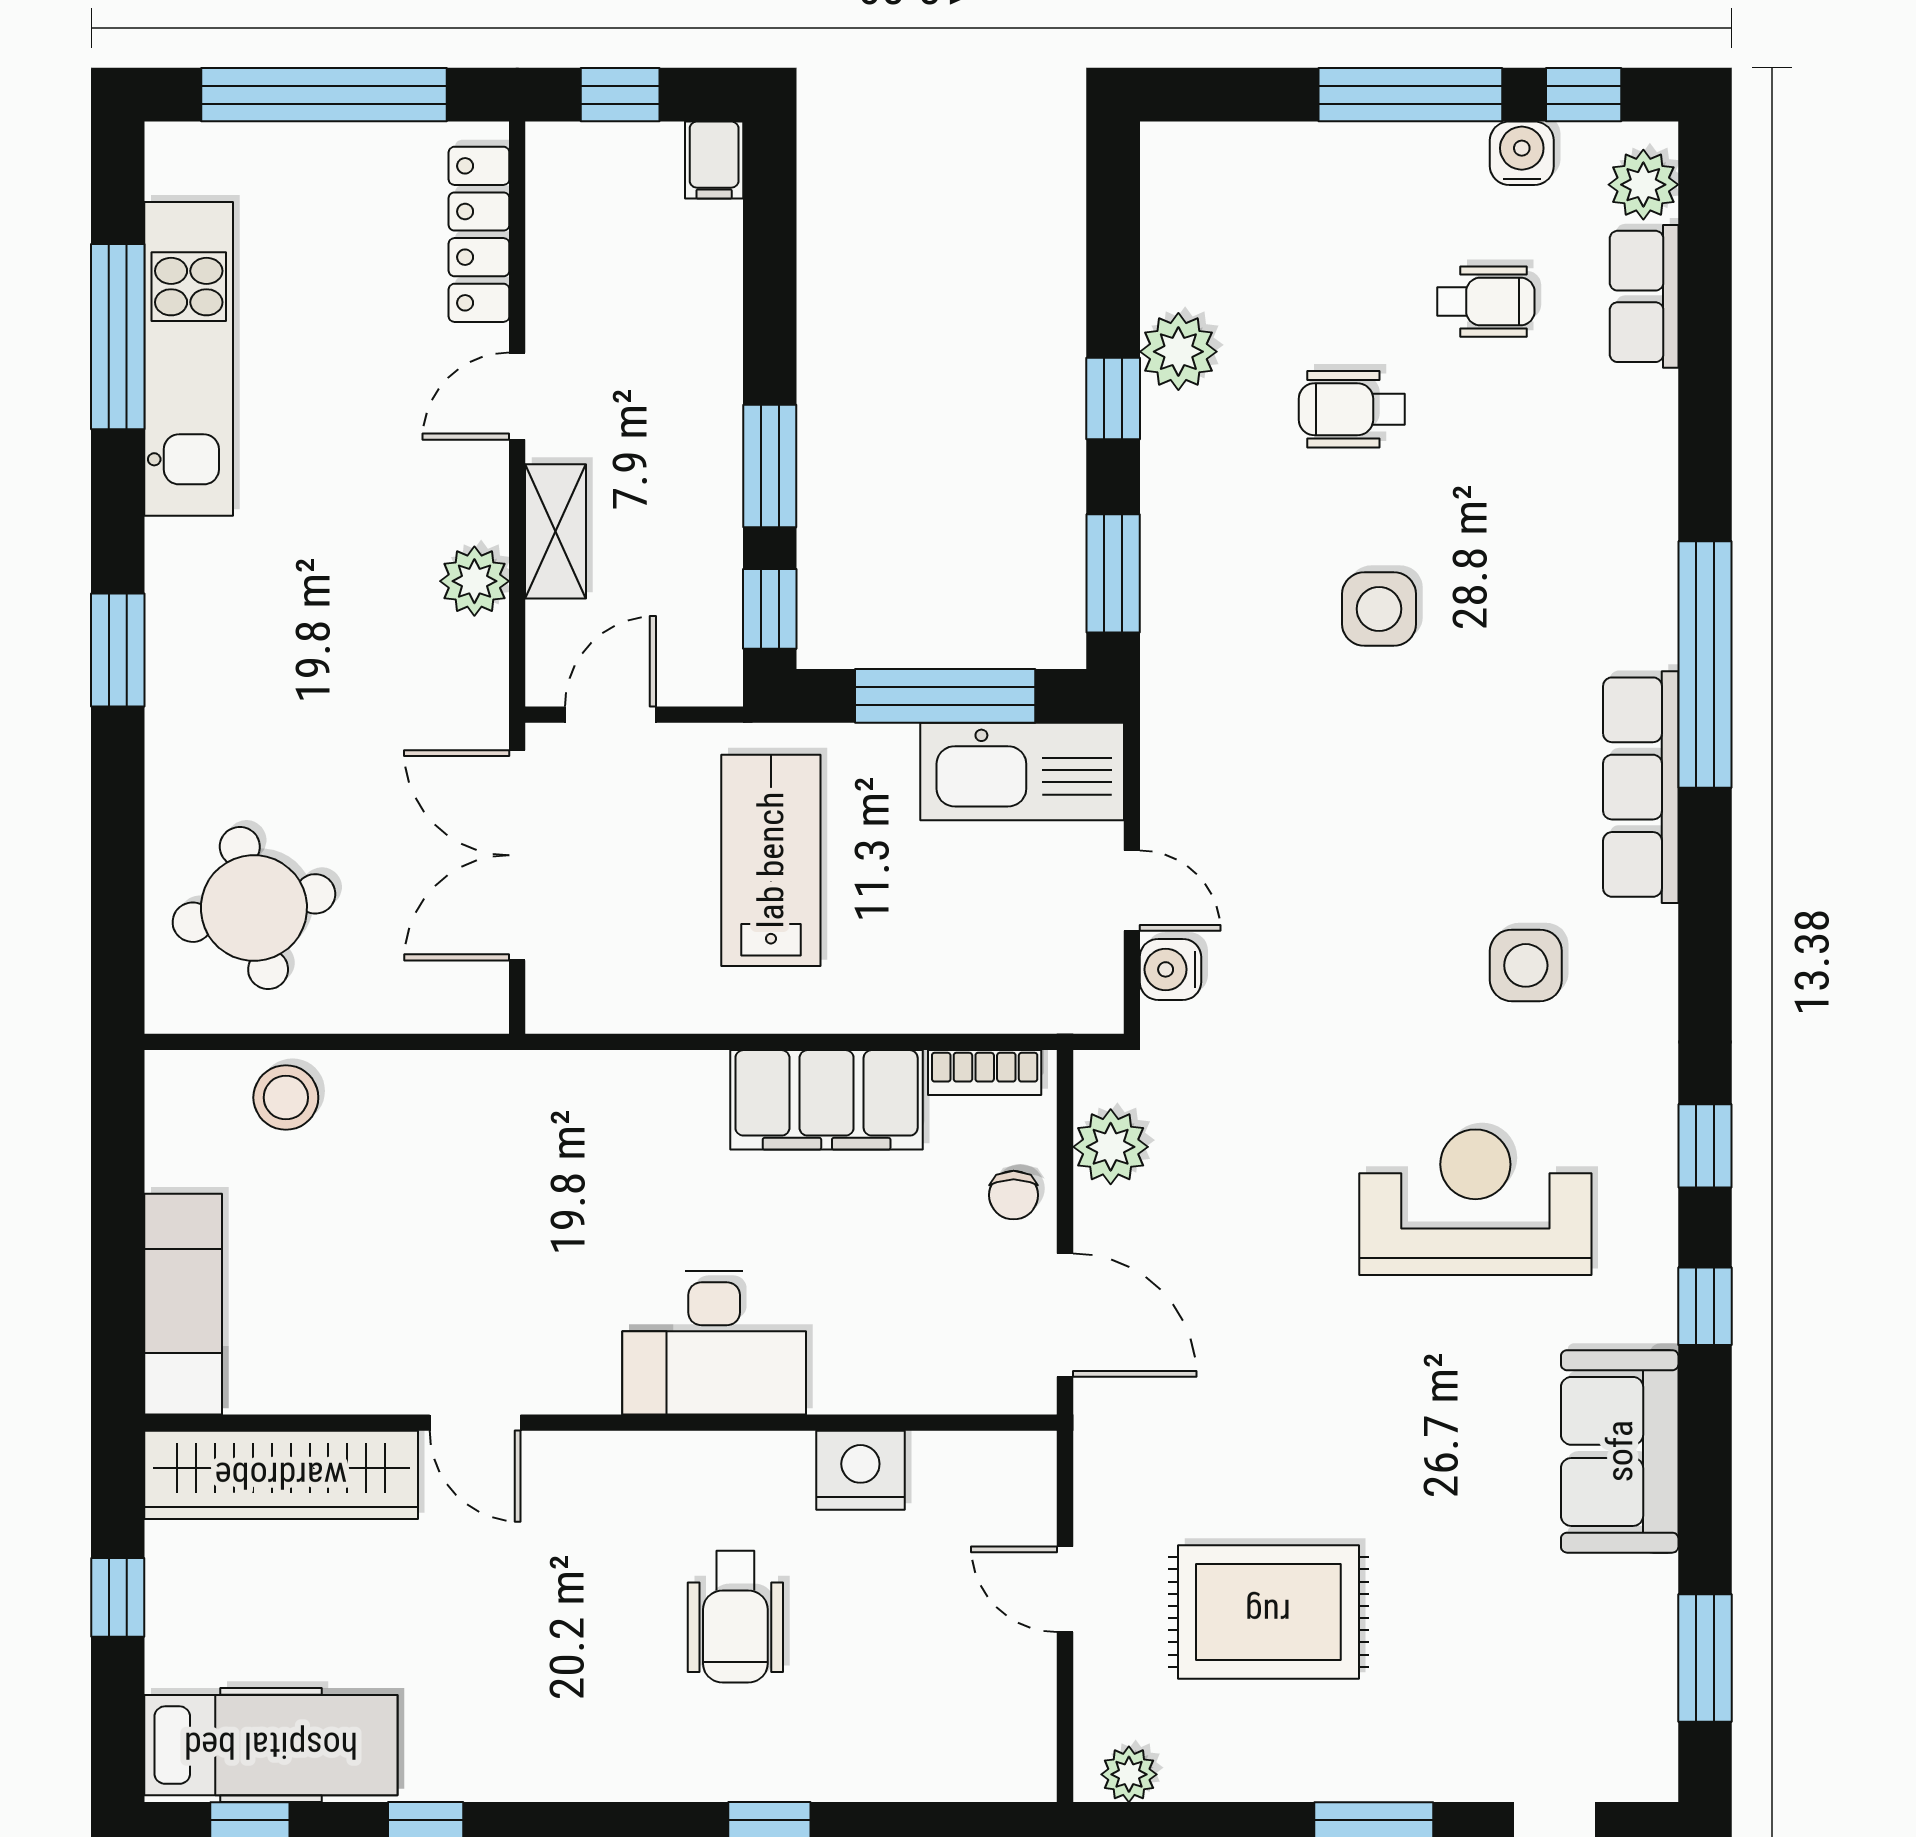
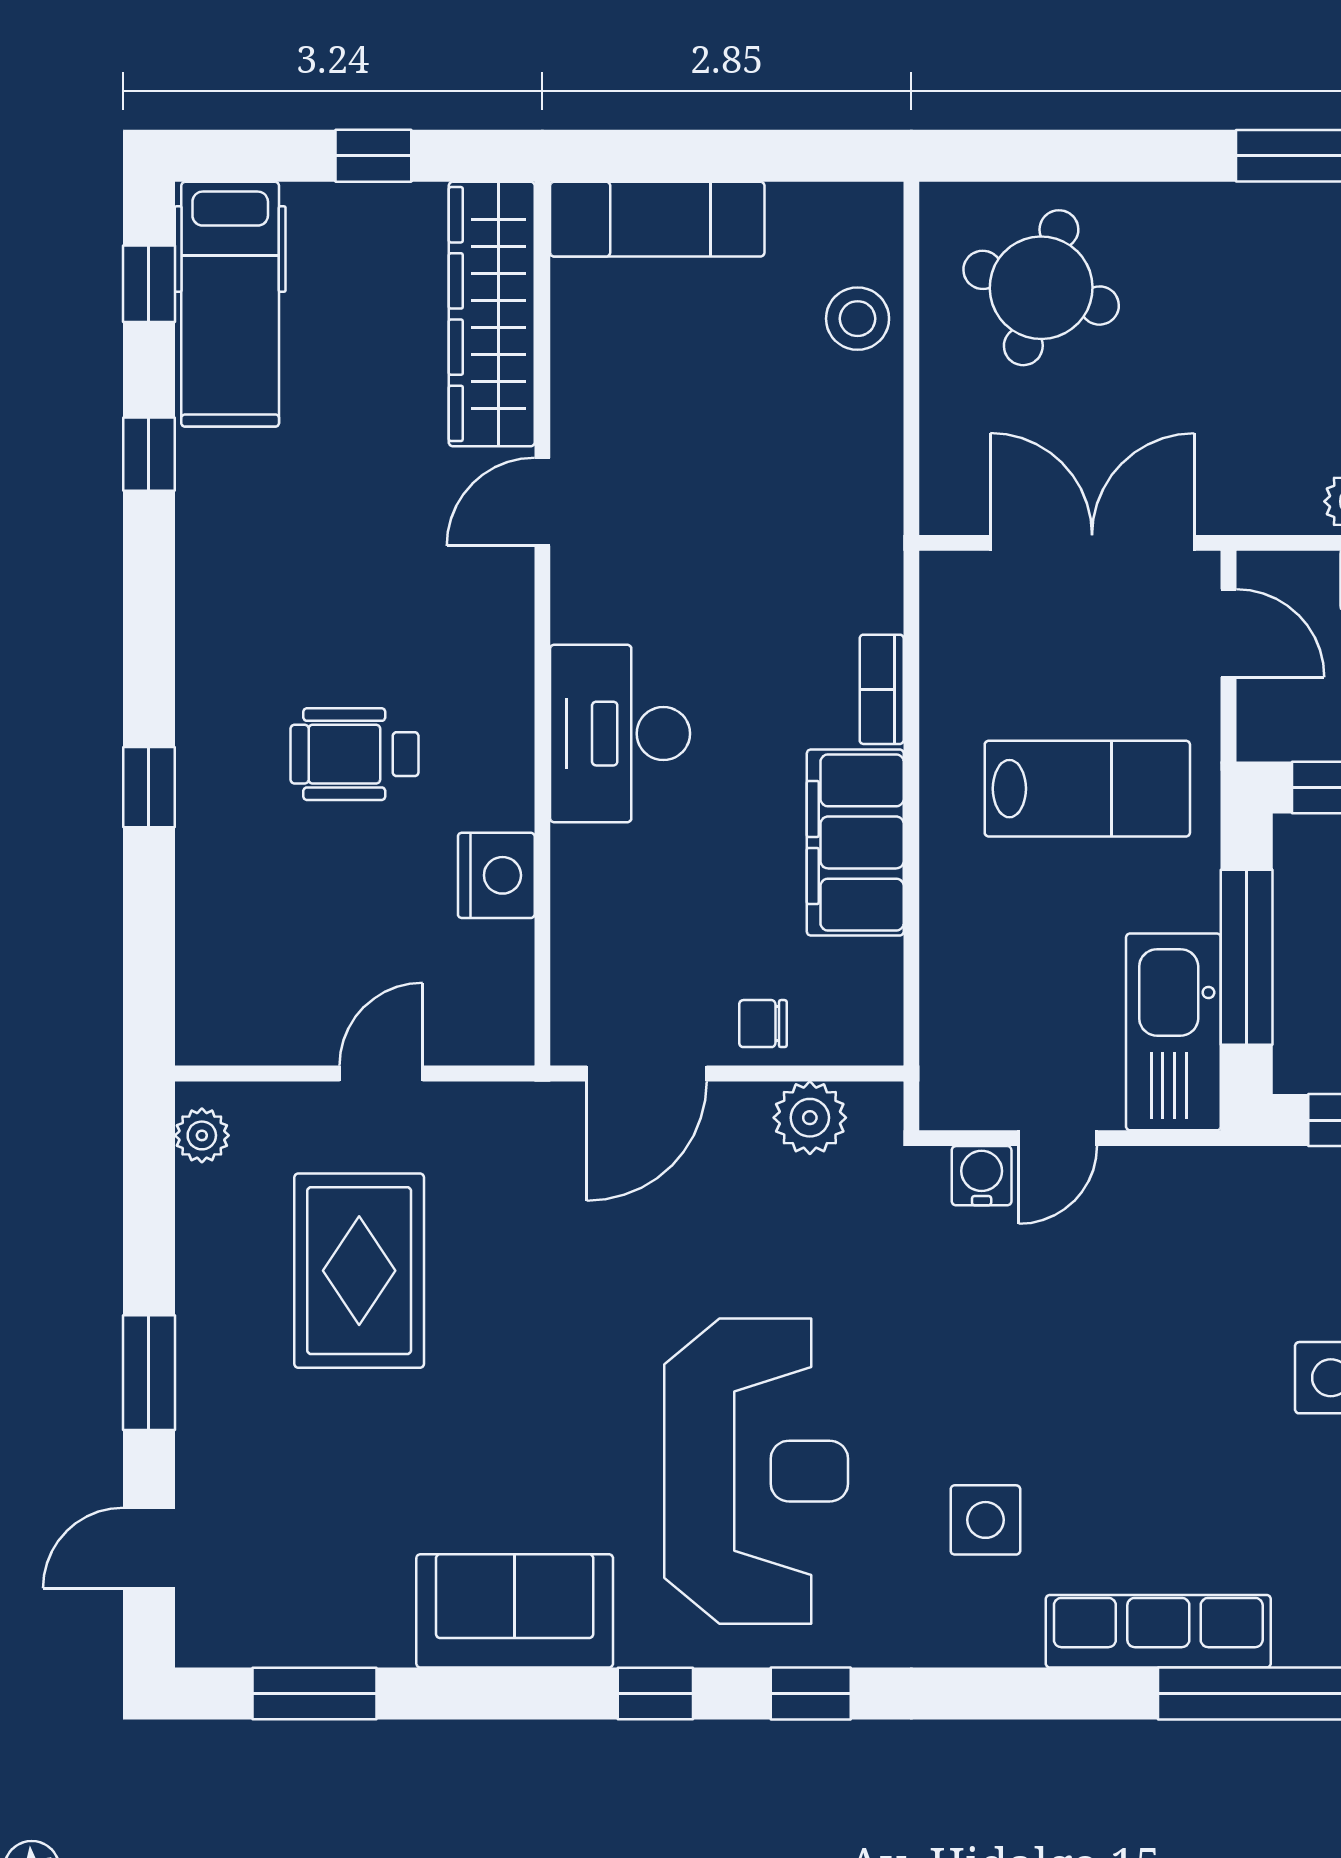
round table: (254, 908) -> (1041, 288), turned 30
bookcase: (985, 1073) -> (882, 689), moved
reception desk: (1475, 1202) -> (756, 1471), width x1.36, depth x1.30

